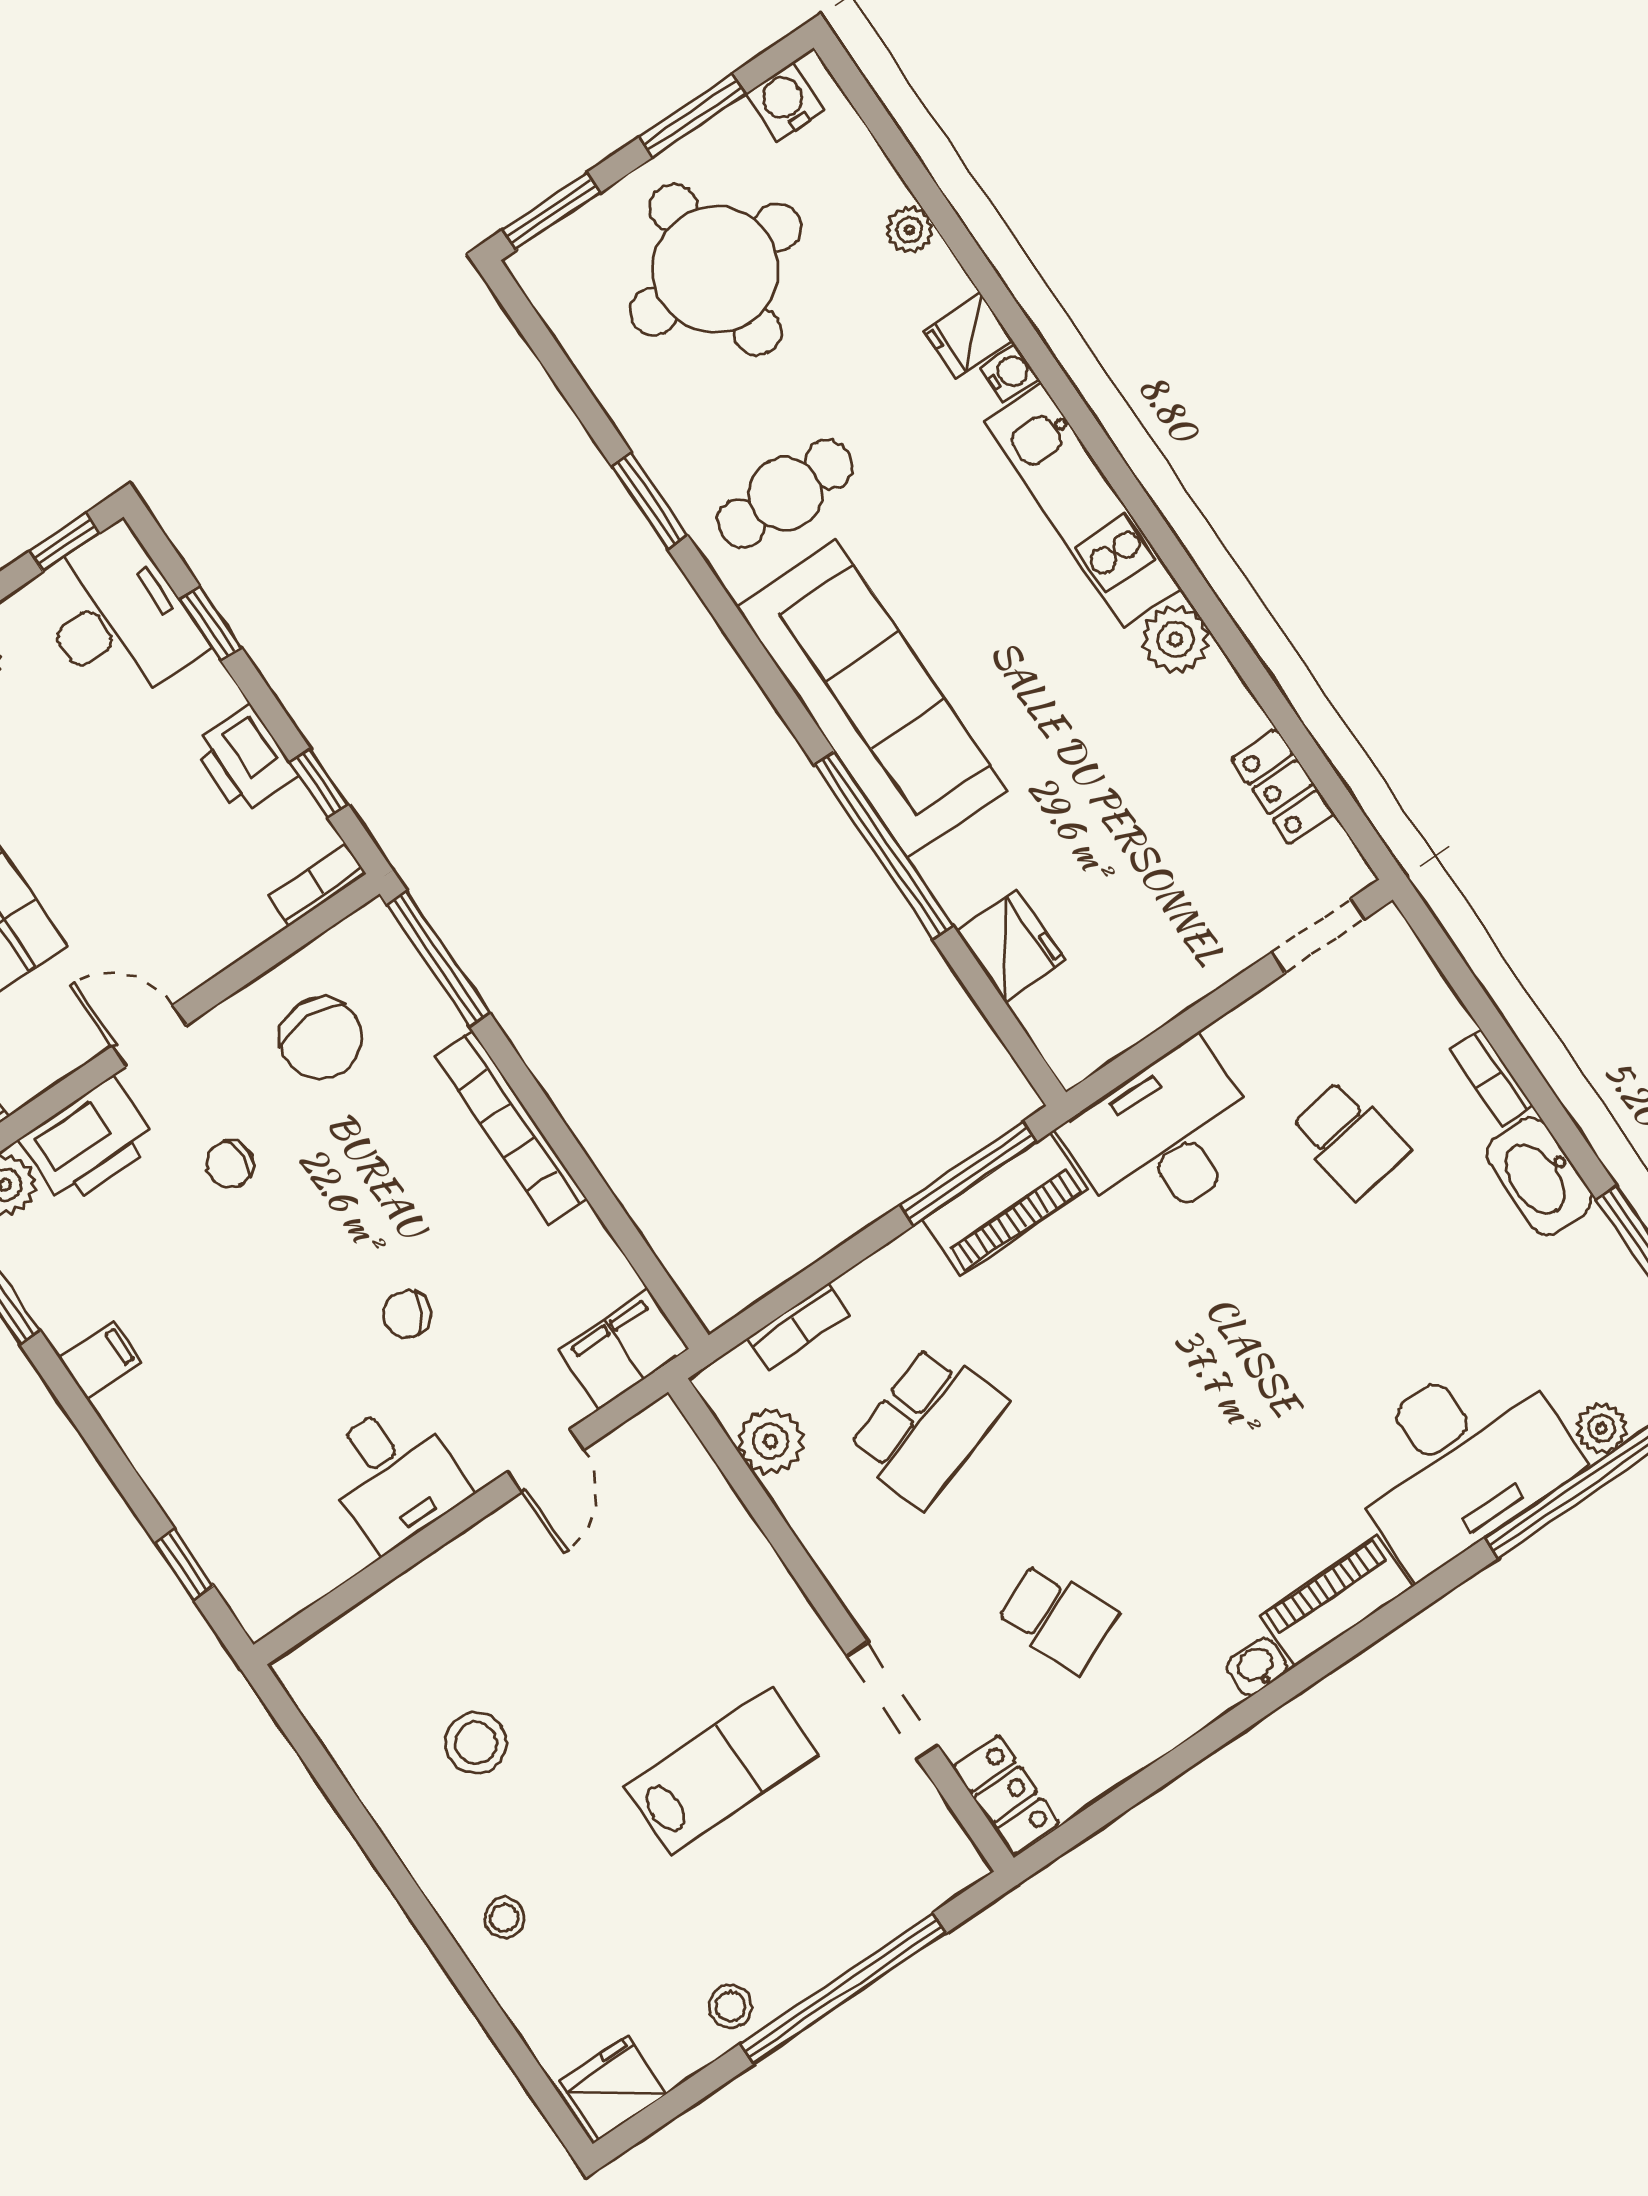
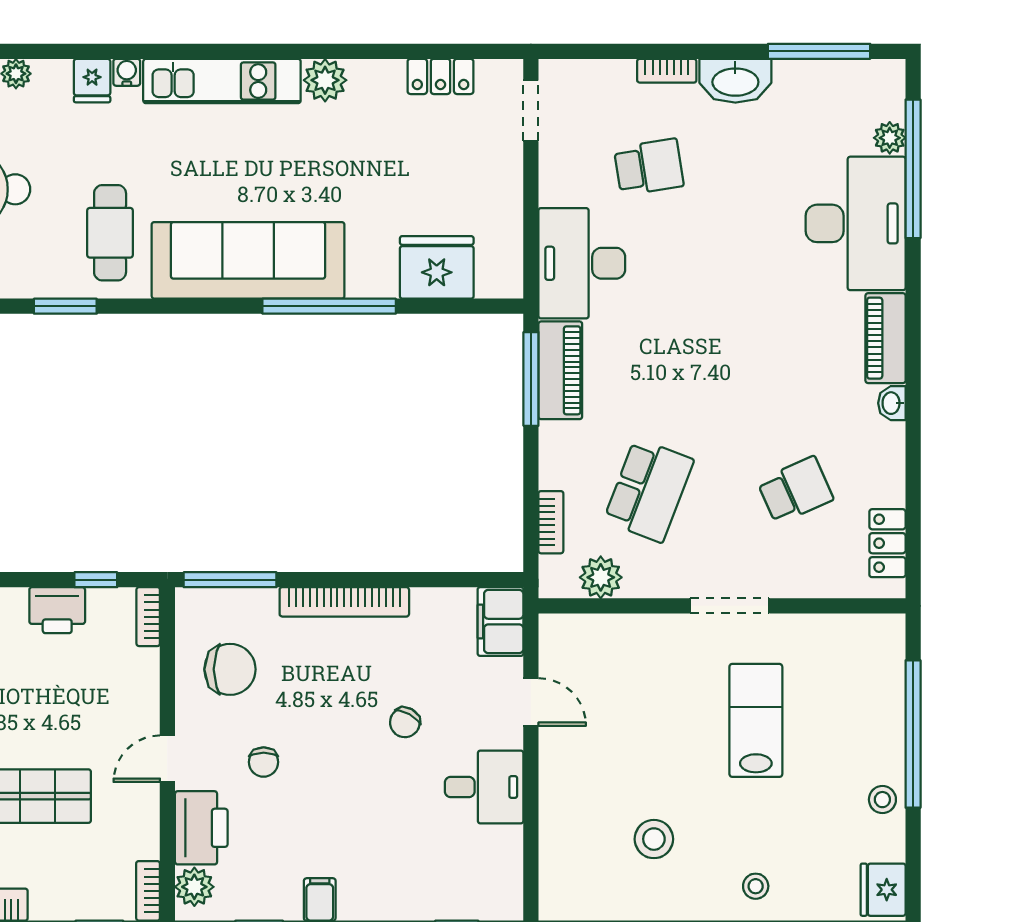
fridge: (1011, 946) -> (437, 267), width x1.36, depth x1.34
school desk: (927, 1426) -> (649, 490), turned 39
doorway: (892, 1701) -> (730, 606), moved
locker: (1006, 1795) -> (887, 543), moved, turned -90

